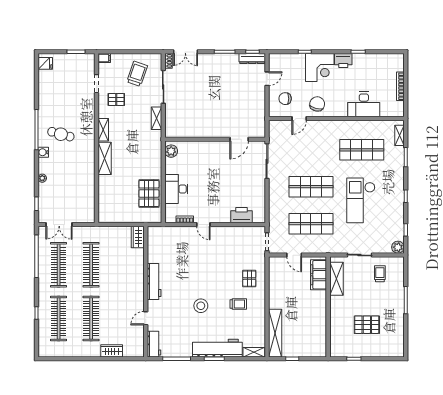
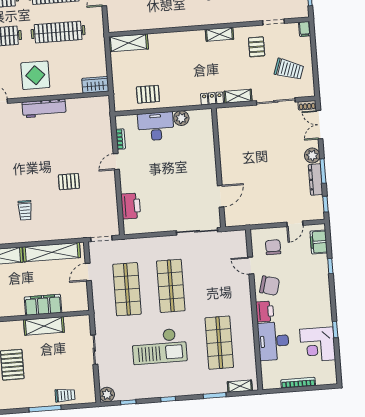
dresser: (252, 59) -> (316, 179), moved
plant: (211, 60) -> (312, 156), added
filing cabinet: (284, 60) -> (319, 242), added
printer: (343, 61) -> (265, 311), moved, turned 180
corner desk: (320, 68) -> (318, 344), moved
door: (267, 79) -> (295, 224), hinge flipped
door: (239, 139) -> (221, 196), swing flipped
locker: (157, 140) -> (212, 98), added
plant: (171, 151) -> (181, 118), moved
shelving: (105, 158) -> (128, 43), moved
pallet: (149, 194) -> (148, 94), width x0.67, depth x0.71
checkout: (361, 200) -> (159, 346), turned 180
trolley: (380, 274) -> (65, 395), moved
filing cabinet: (319, 275) -> (43, 305), moved
pallet: (249, 279) -> (69, 182), moved
shelving: (336, 279) -> (44, 326), moved
shelving: (275, 284) -> (52, 252), added
display table: (126, 287) -> (35, 75), added
stool: (201, 306) -> (20, 166), removed

